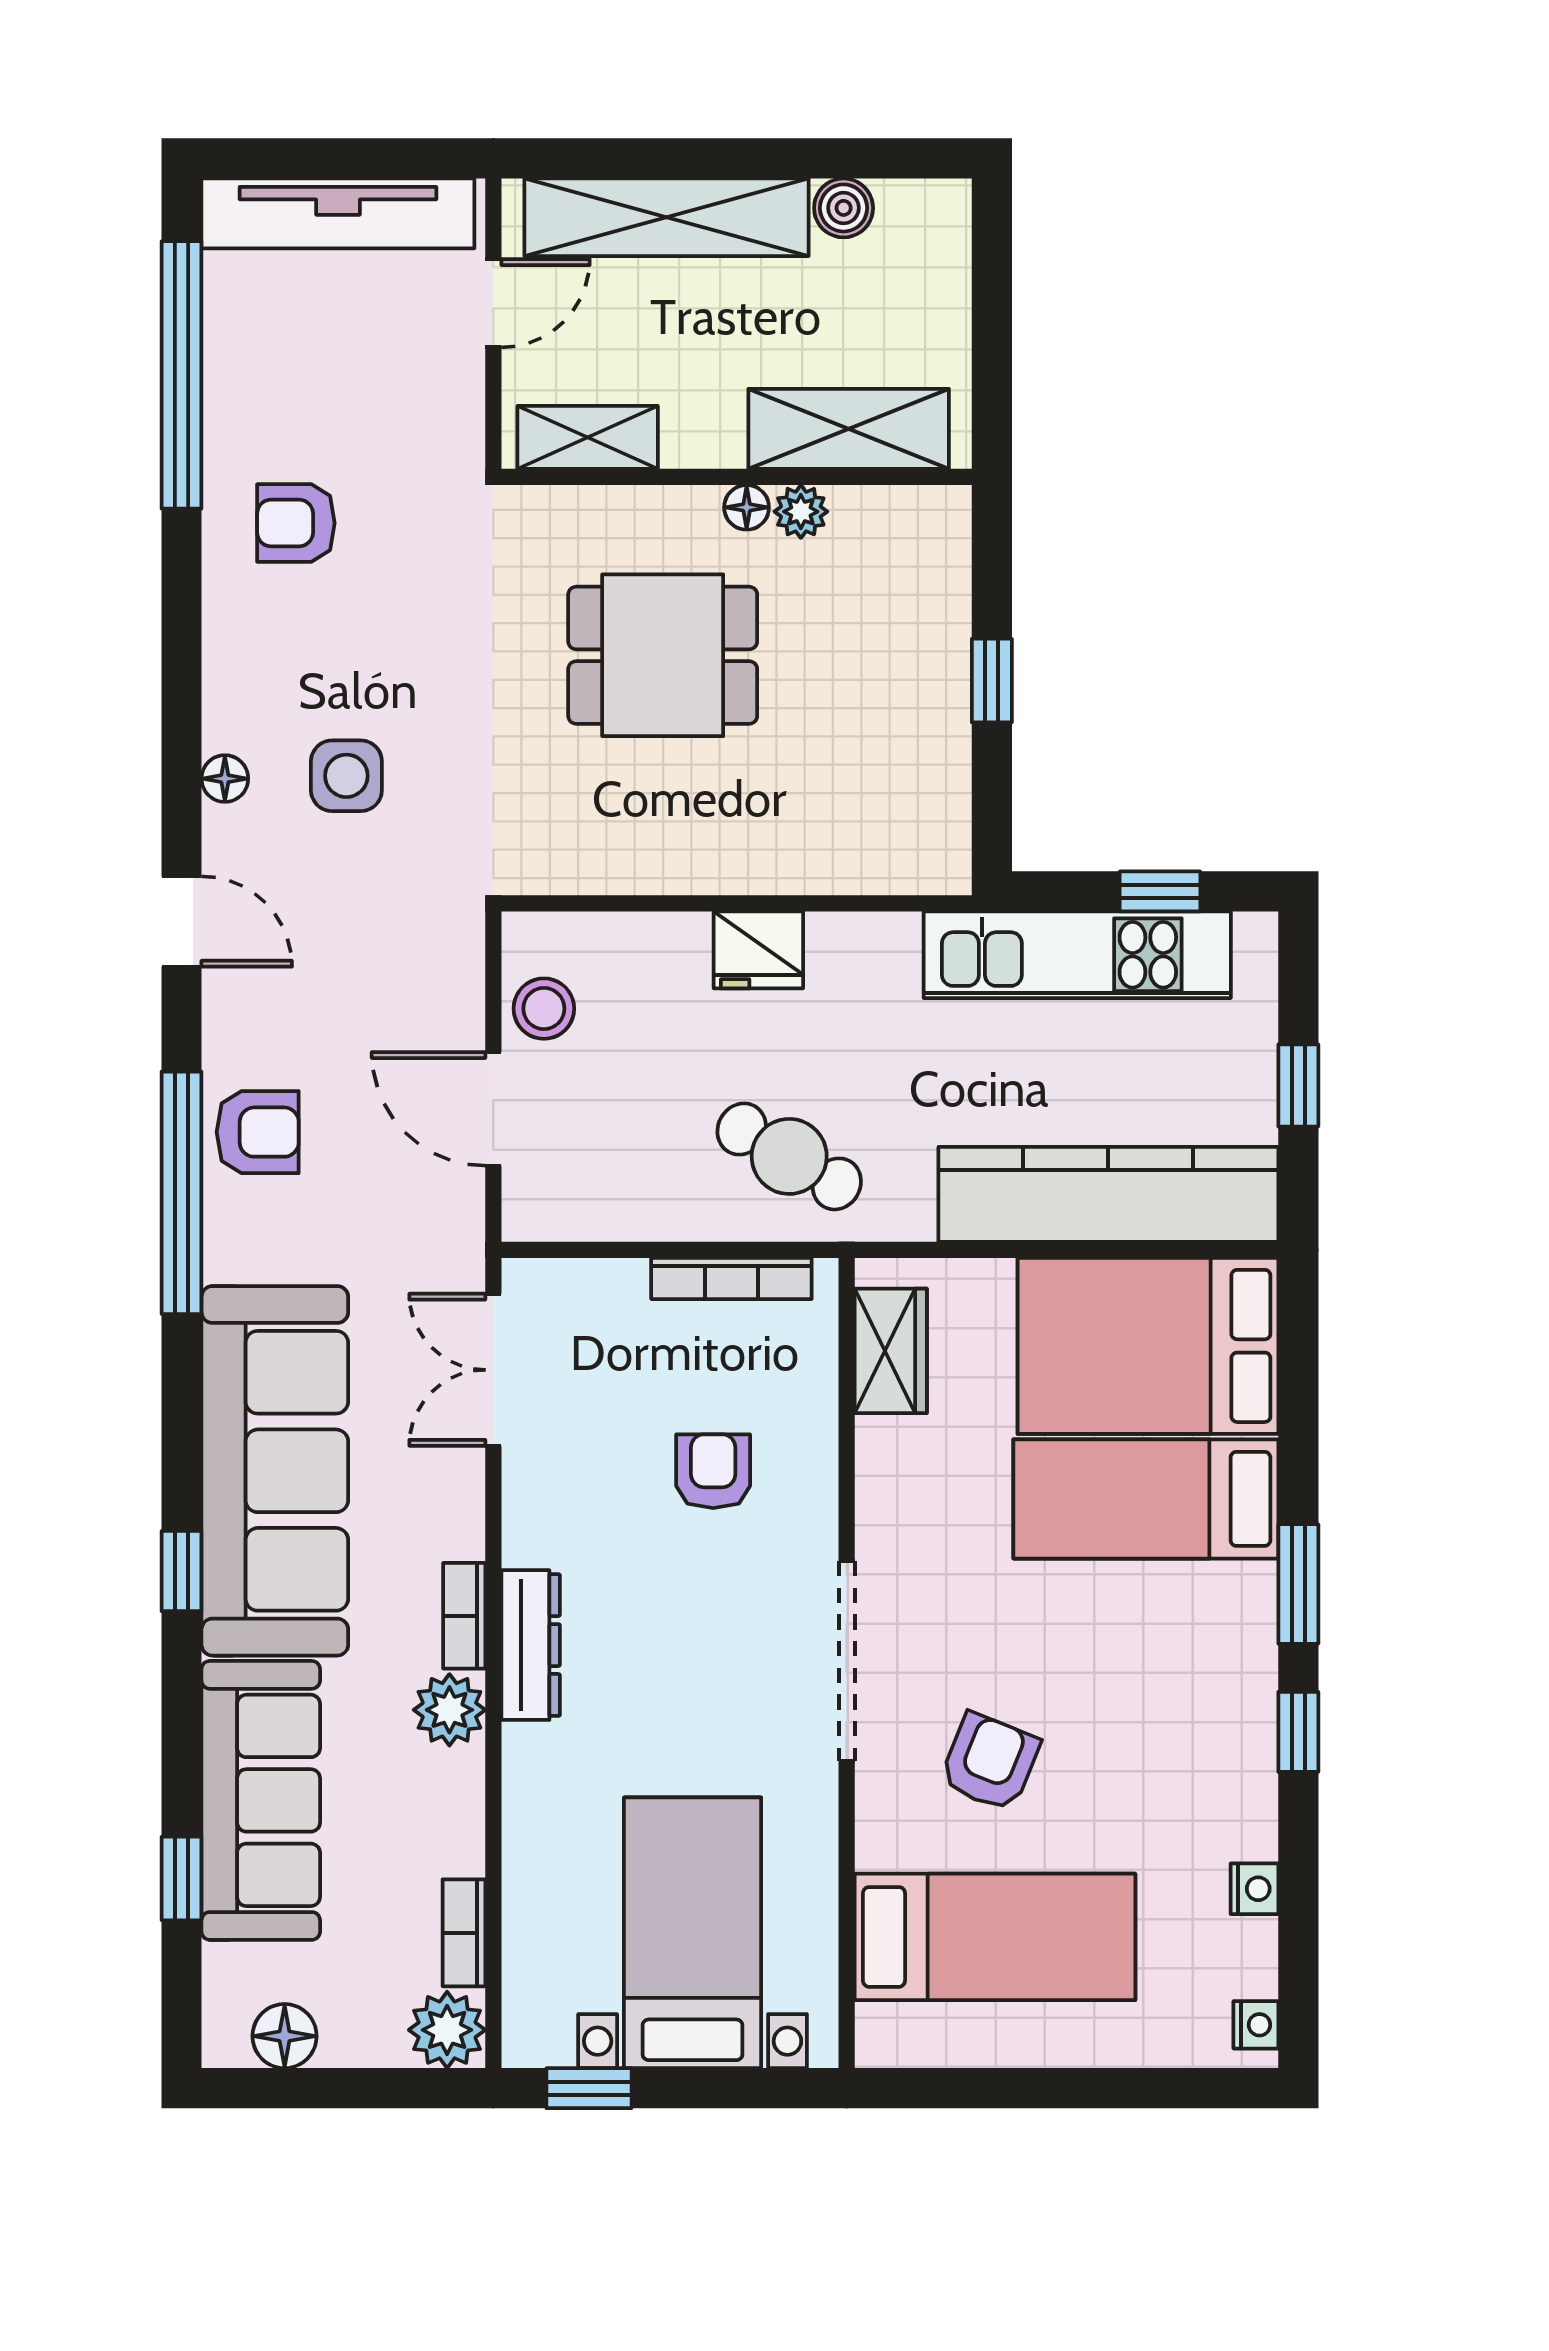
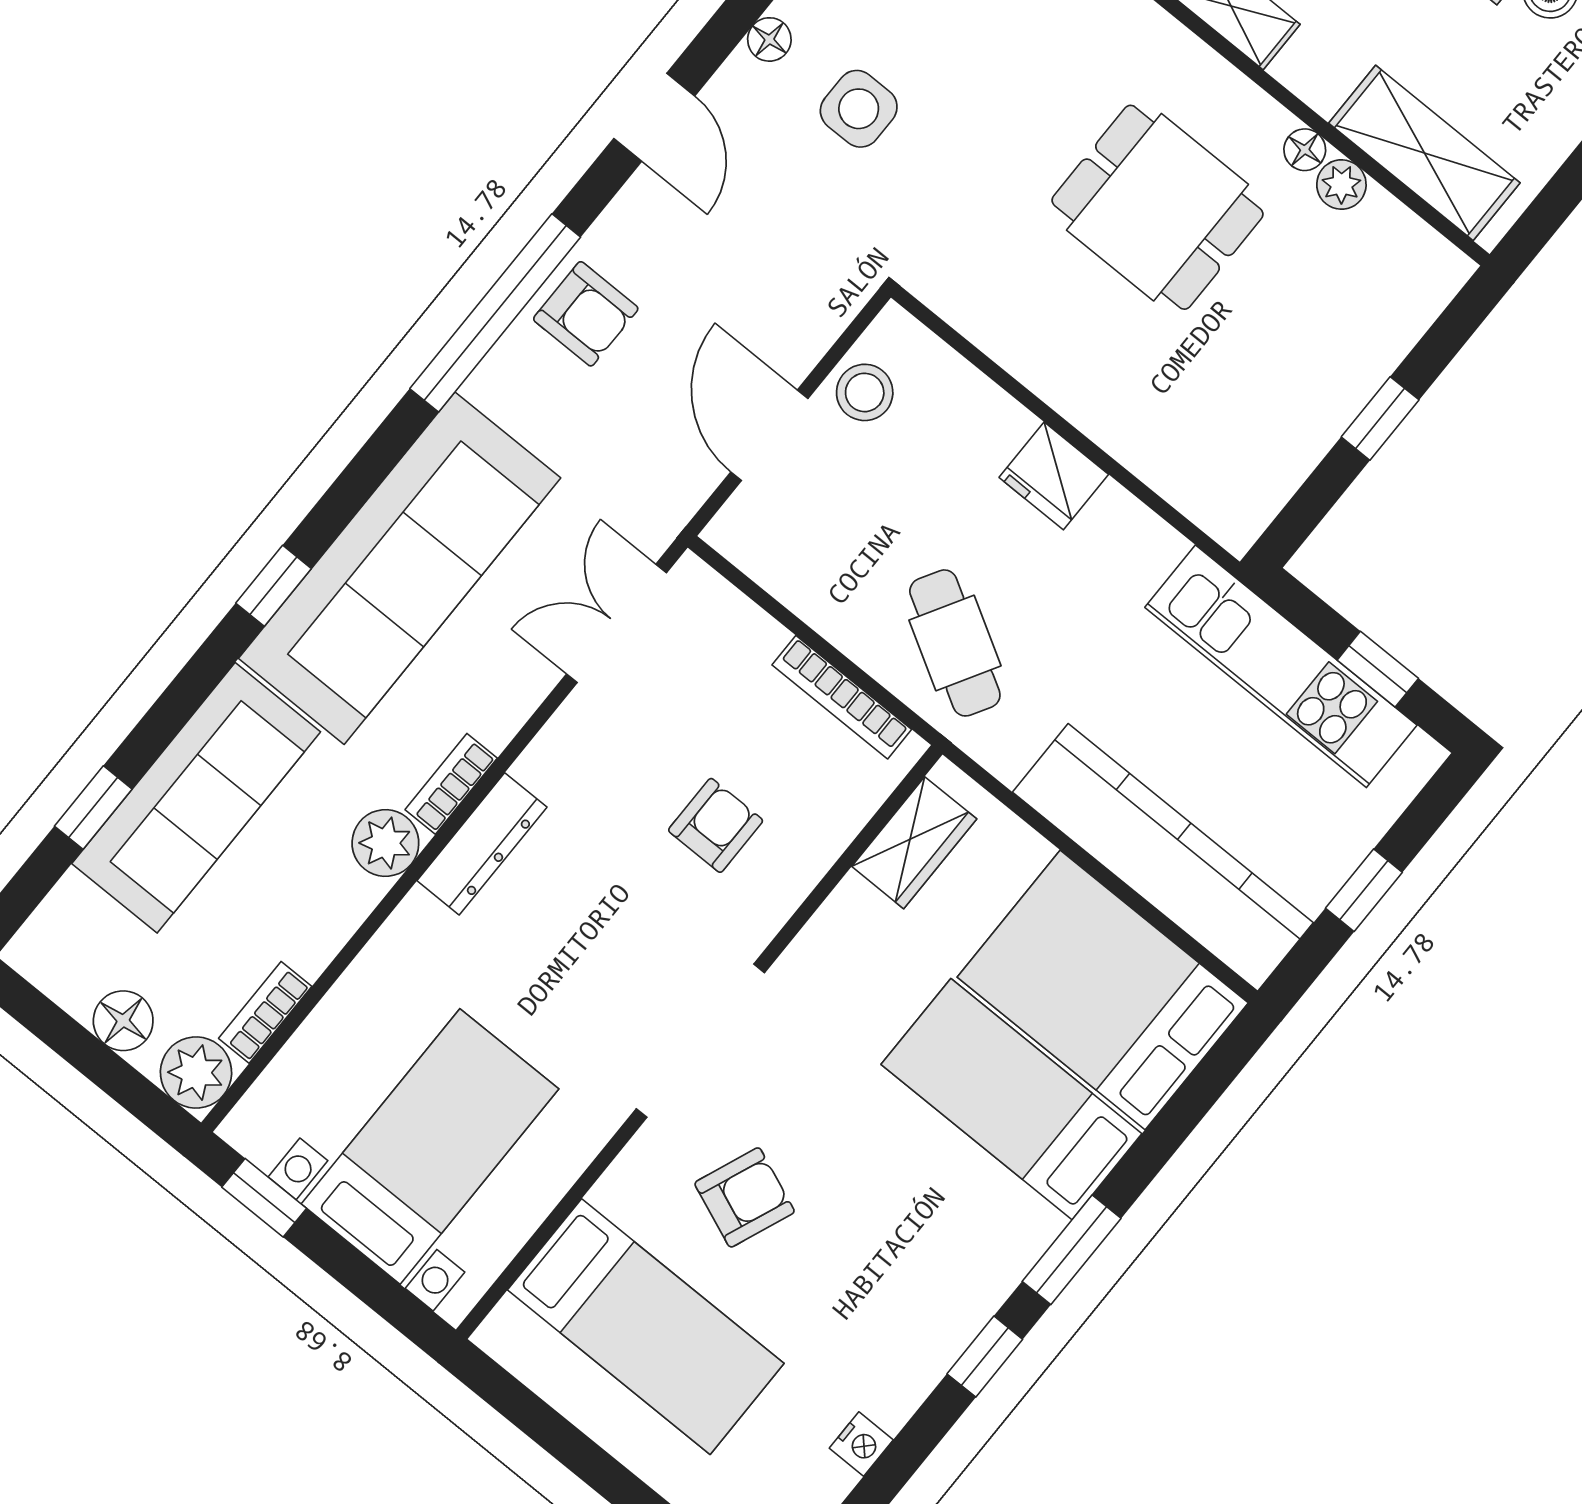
floor lamp: (285, 2036) -> (123, 1021), moved

